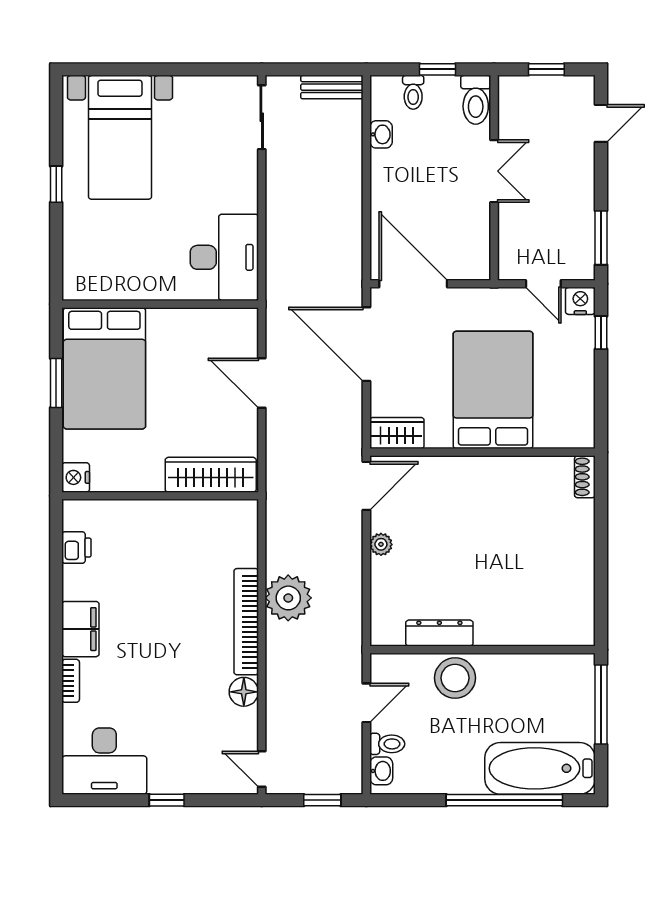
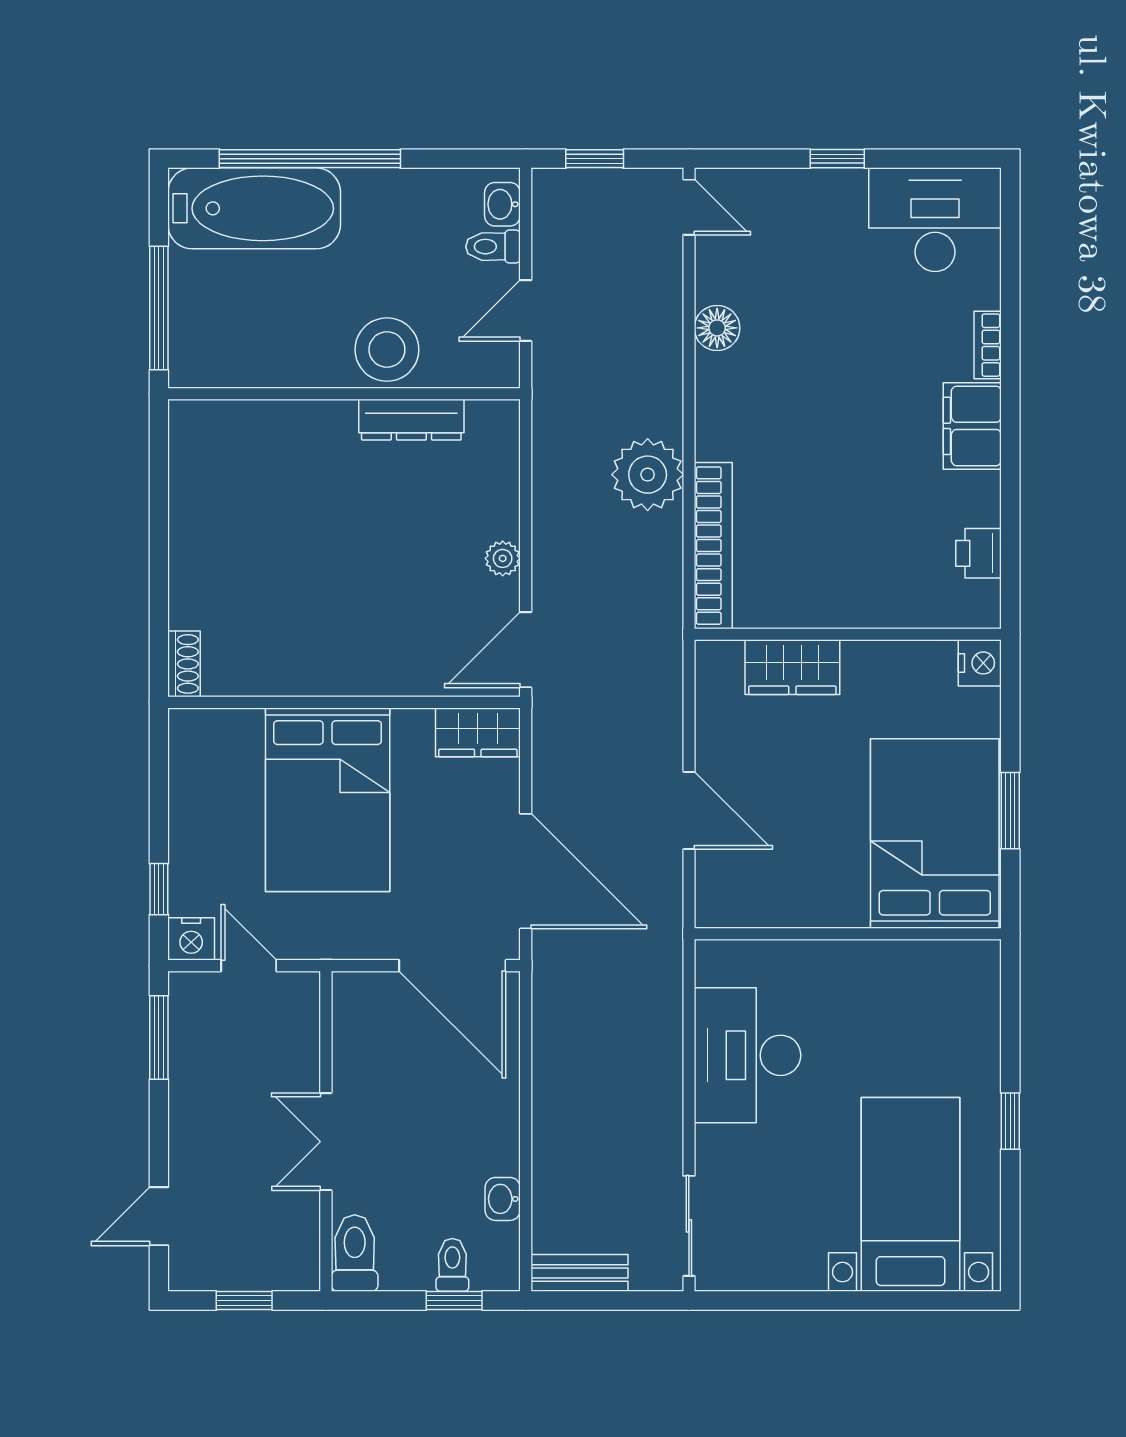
window: (437, 69) -> (454, 1301), moved
desk: (224, 257) -> (748, 1055), moved
wardrobe: (211, 475) -> (792, 667), width x0.67
bookcase: (246, 622) -> (713, 546), moved

